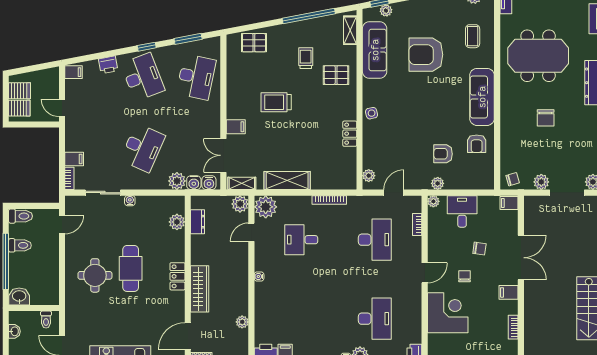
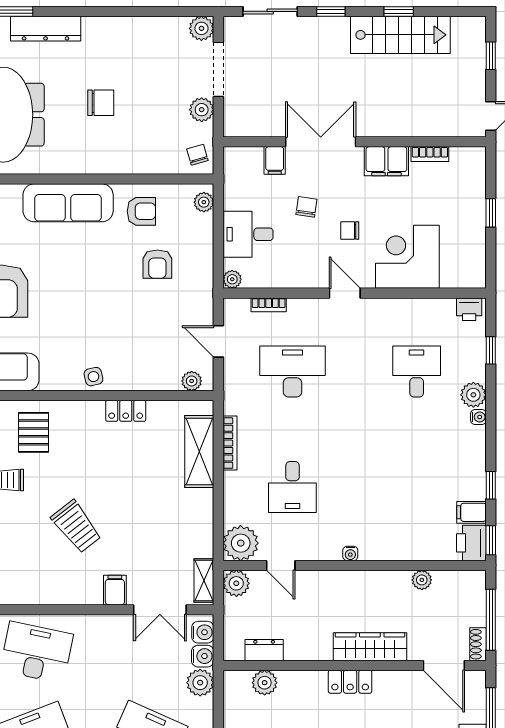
trolley: (276, 102) -> (76, 527), turned -38
shelving: (287, 180) -> (199, 451), moved
plant: (438, 183) -> (204, 202), moved
filing cabinet: (509, 203) -> (275, 160), moved
filing cabinet: (509, 292) -> (386, 161), width x2.00
desk: (375, 319) -> (417, 371), width x0.73

